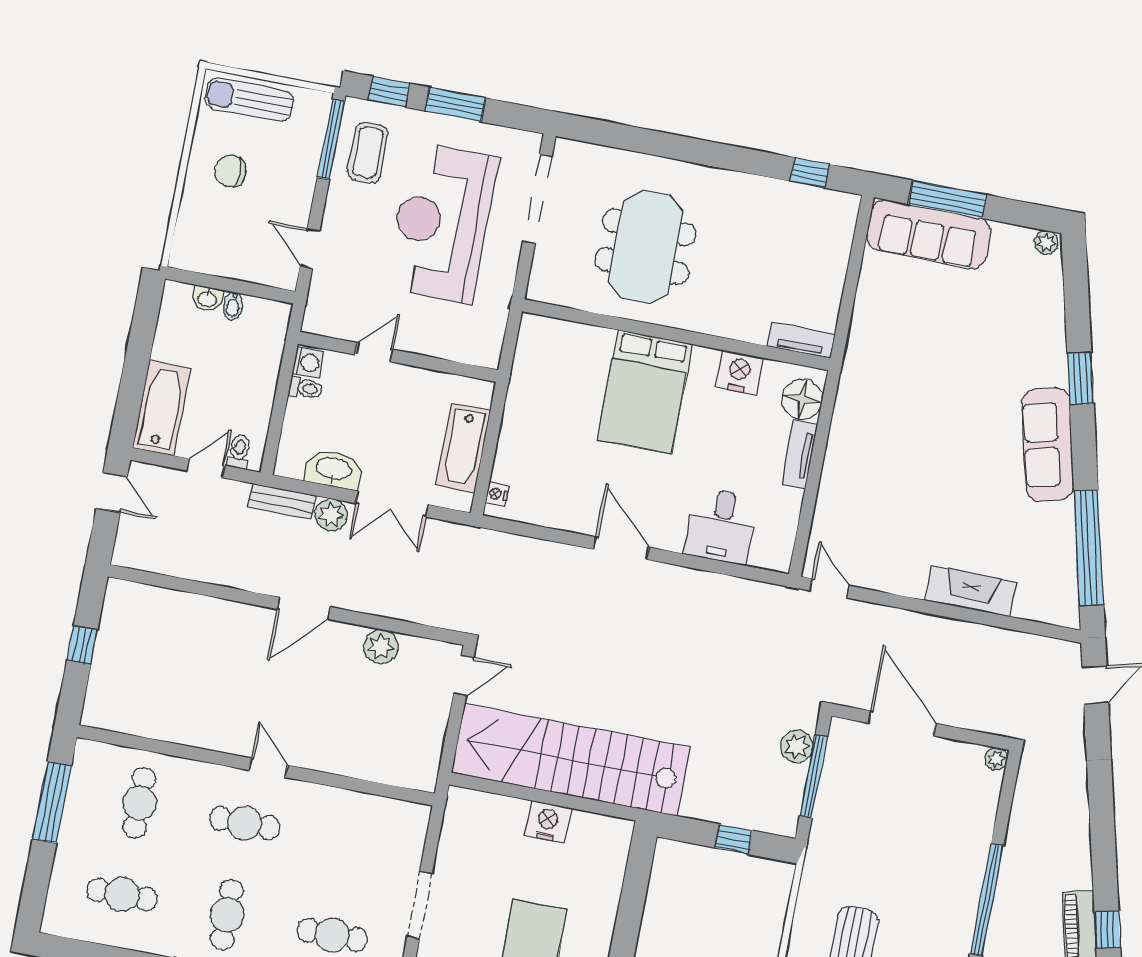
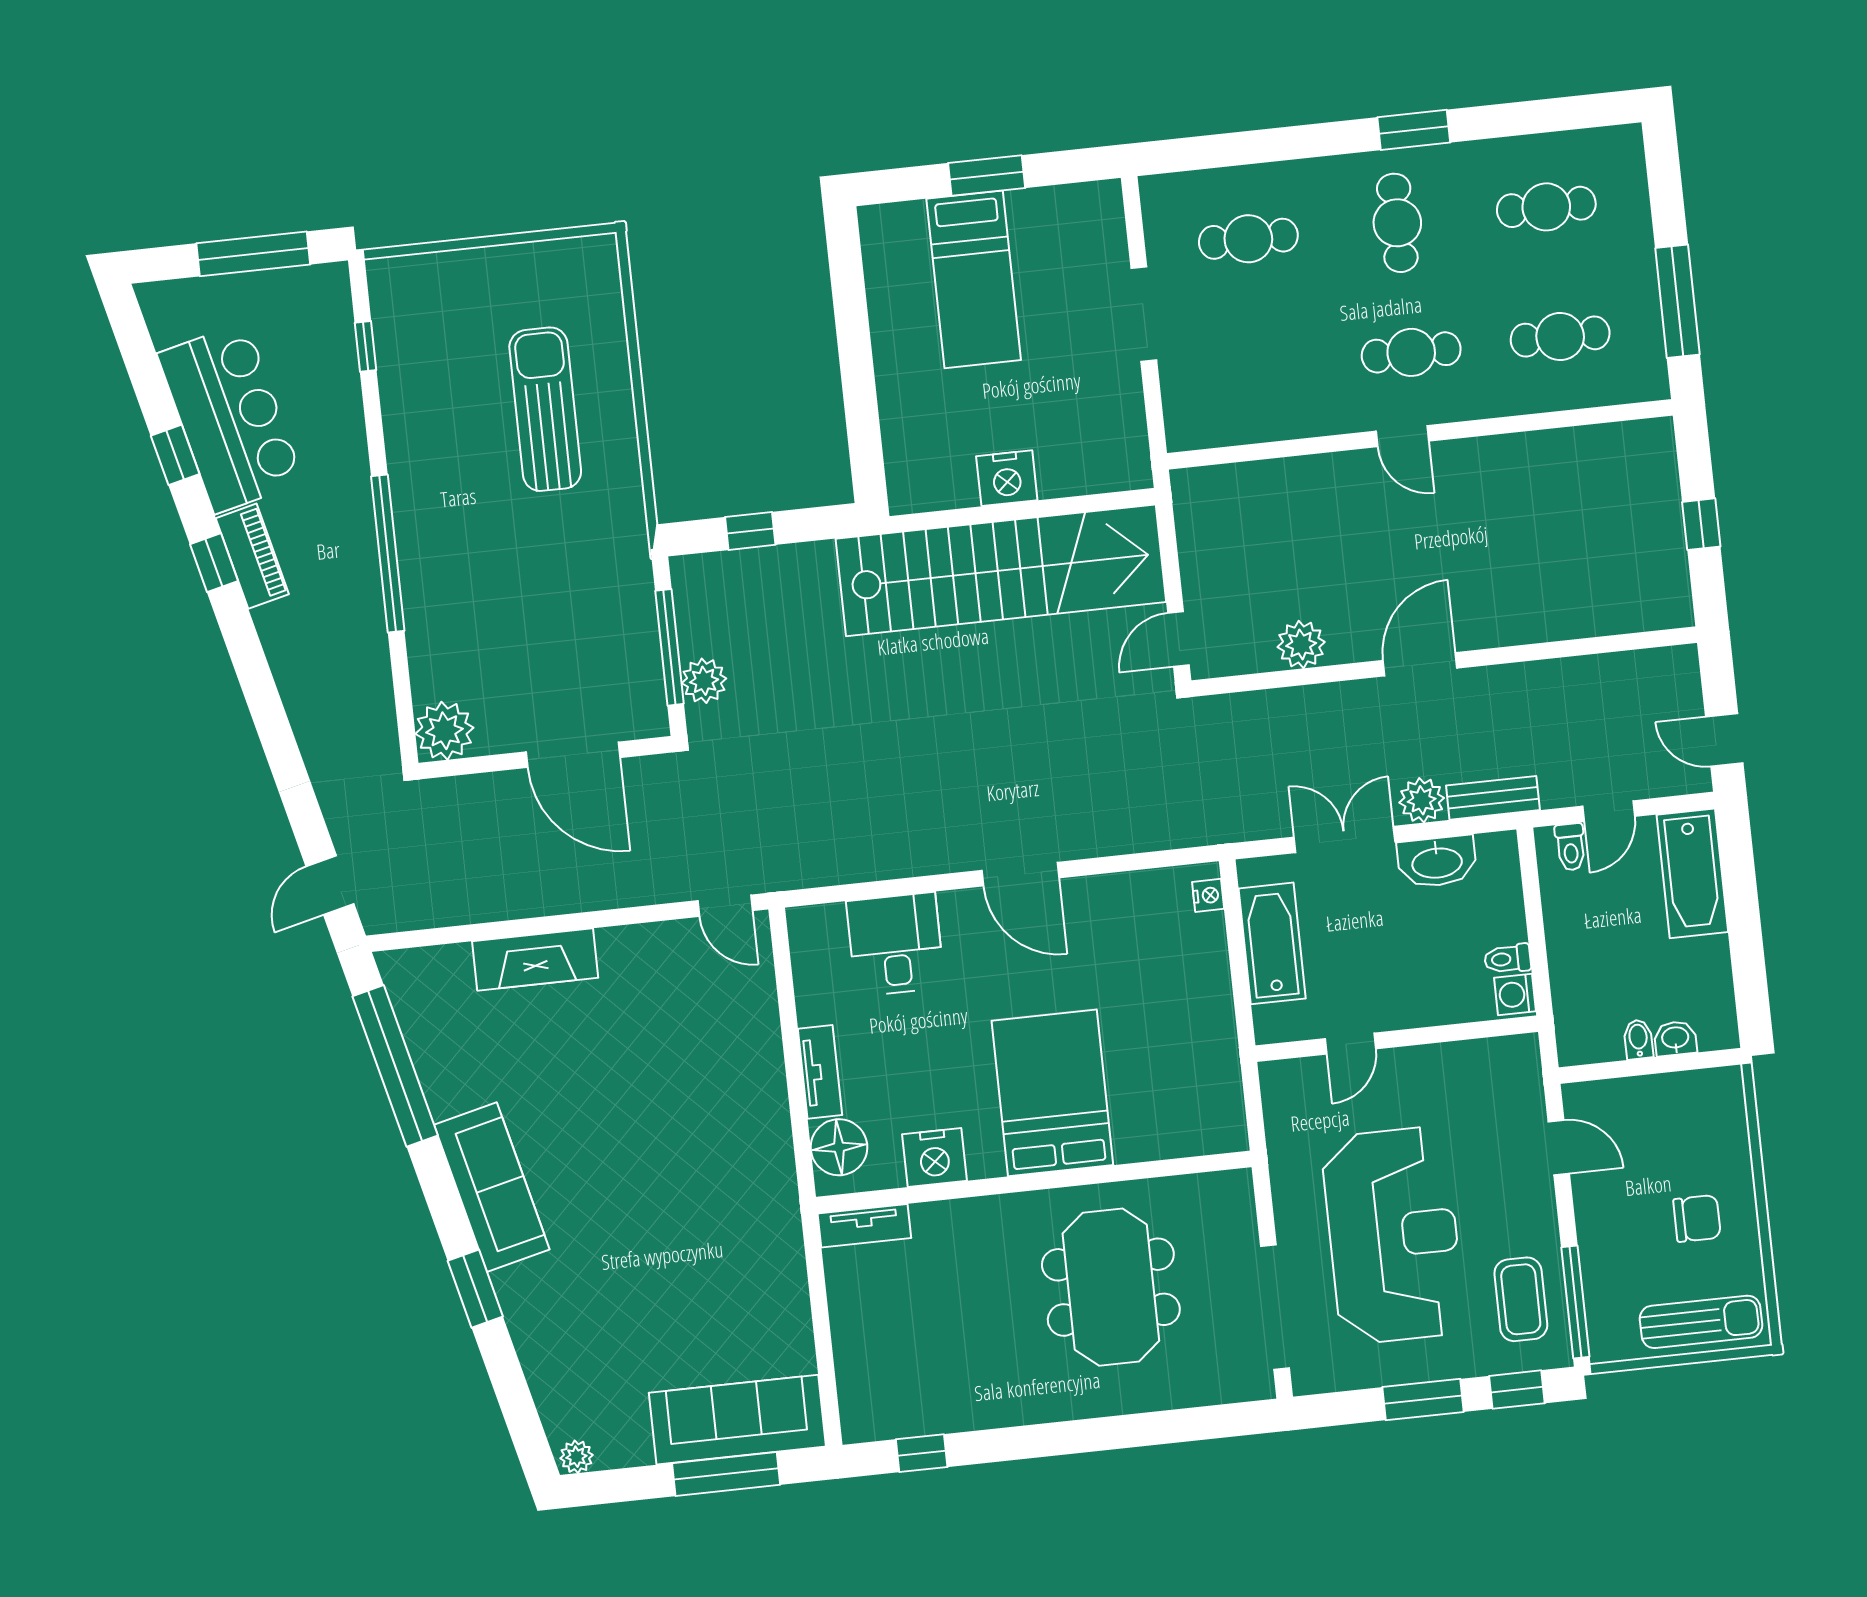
door: (374, 352) -> (1350, 1044), moved
plant: (996, 759) -> (444, 731), width x1.87, depth x1.87
cafe table: (139, 803) -> (1560, 336), turned 90

